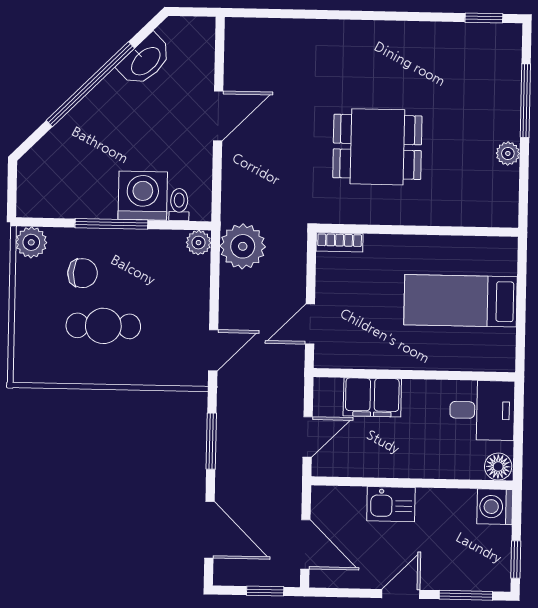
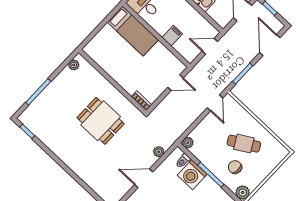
plant: (508, 153) -> (74, 65), moved
plant: (243, 246) -> (159, 152), moved, width x0.53, depth x0.53
bed: (460, 301) -> (133, 31), moved
cafe table: (103, 326) -> (244, 144), turned -30
door: (213, 350) -> (215, 103), swing flipped
filing cabinet: (372, 397) -> (172, 36), width x0.50

